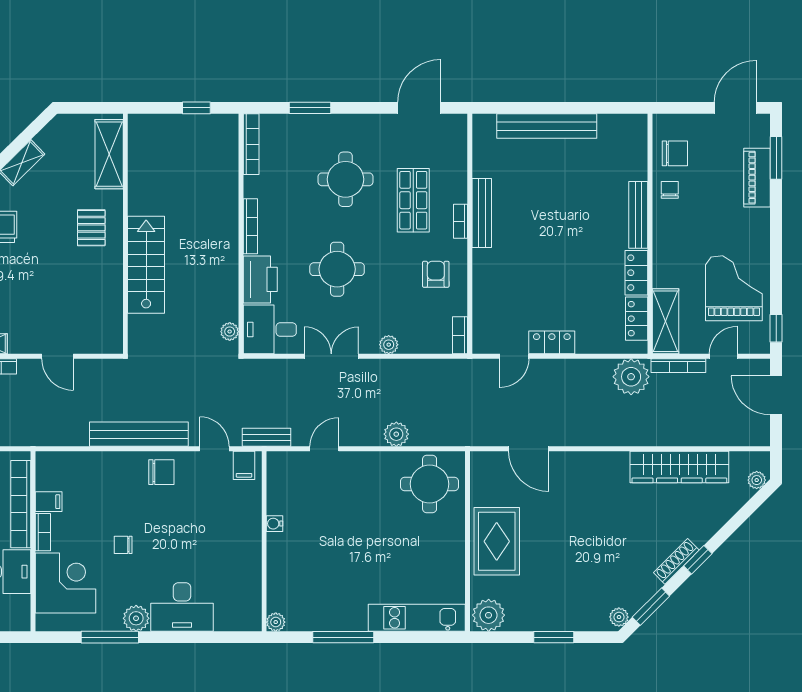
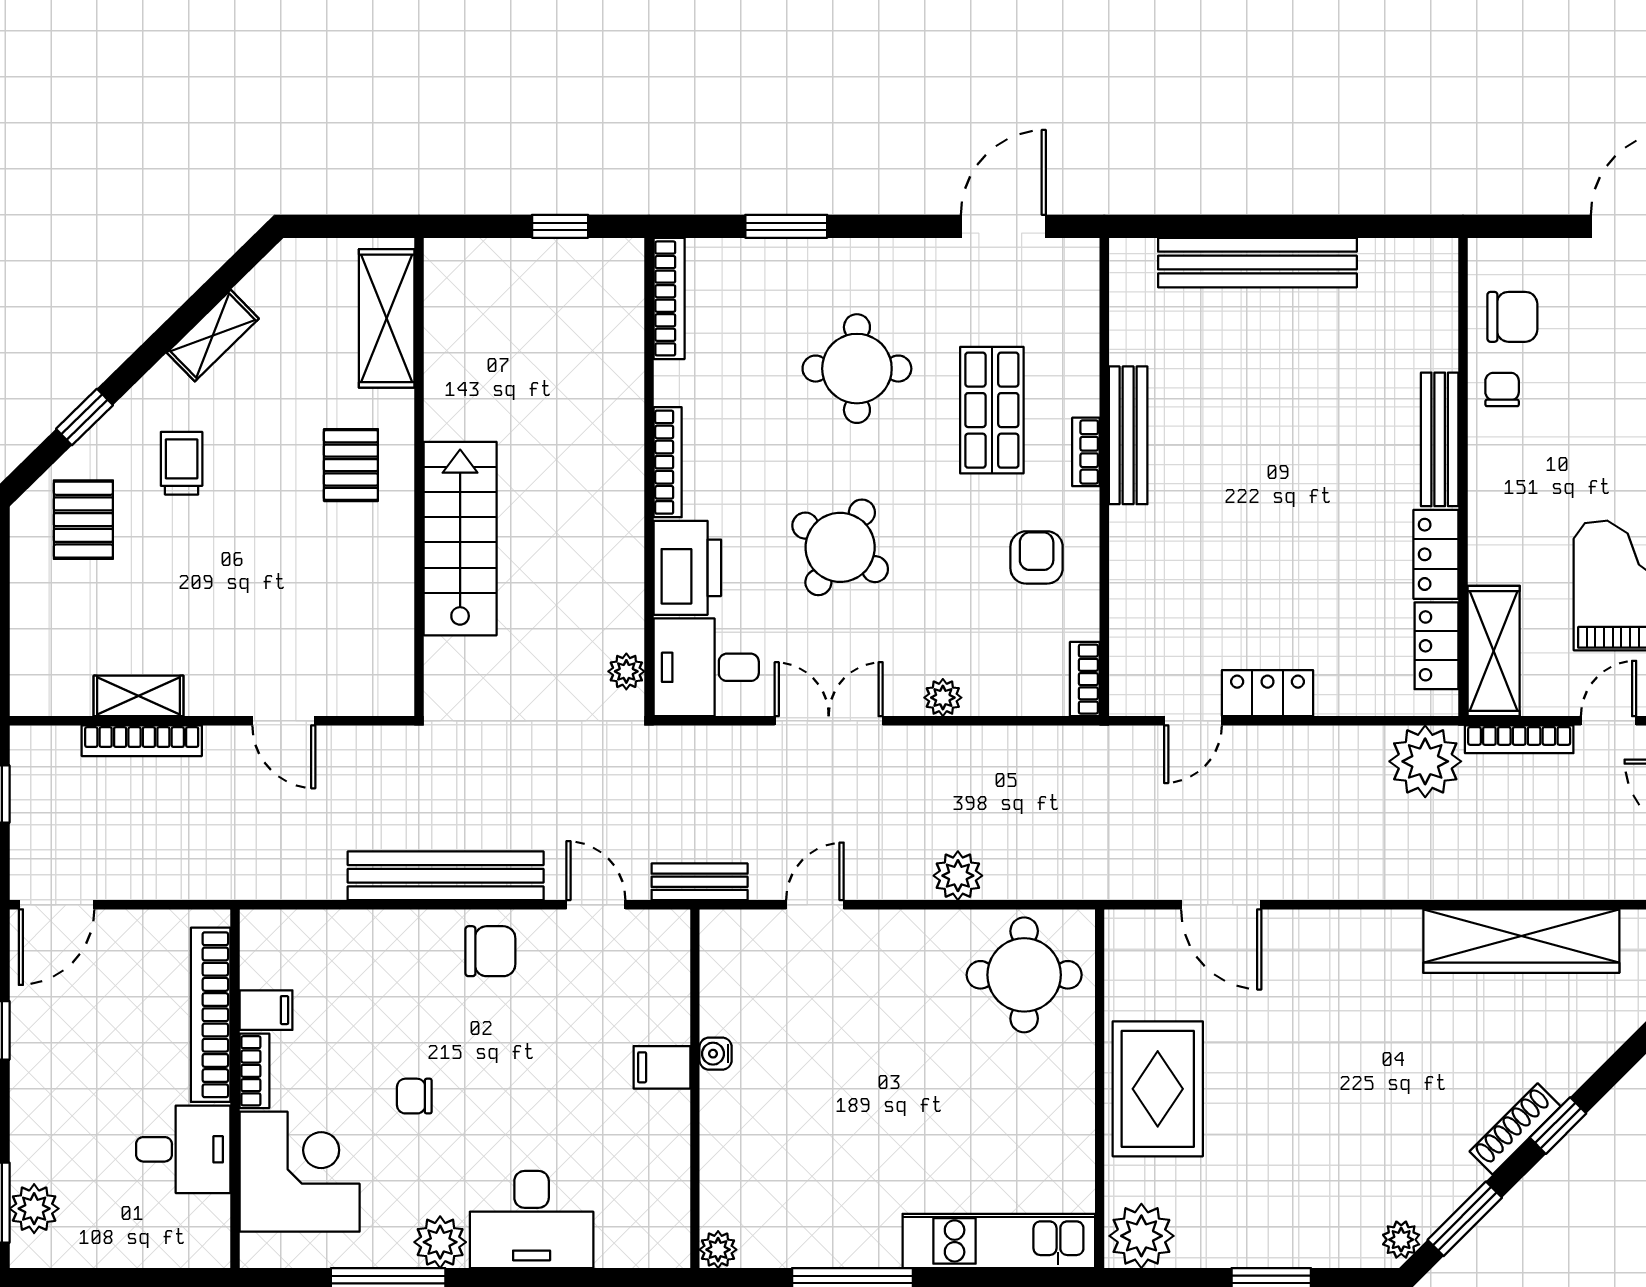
round table: (337, 269) -> (840, 547), turned 32
filing cabinet: (244, 465) -> (662, 1067), moved, turned 90

